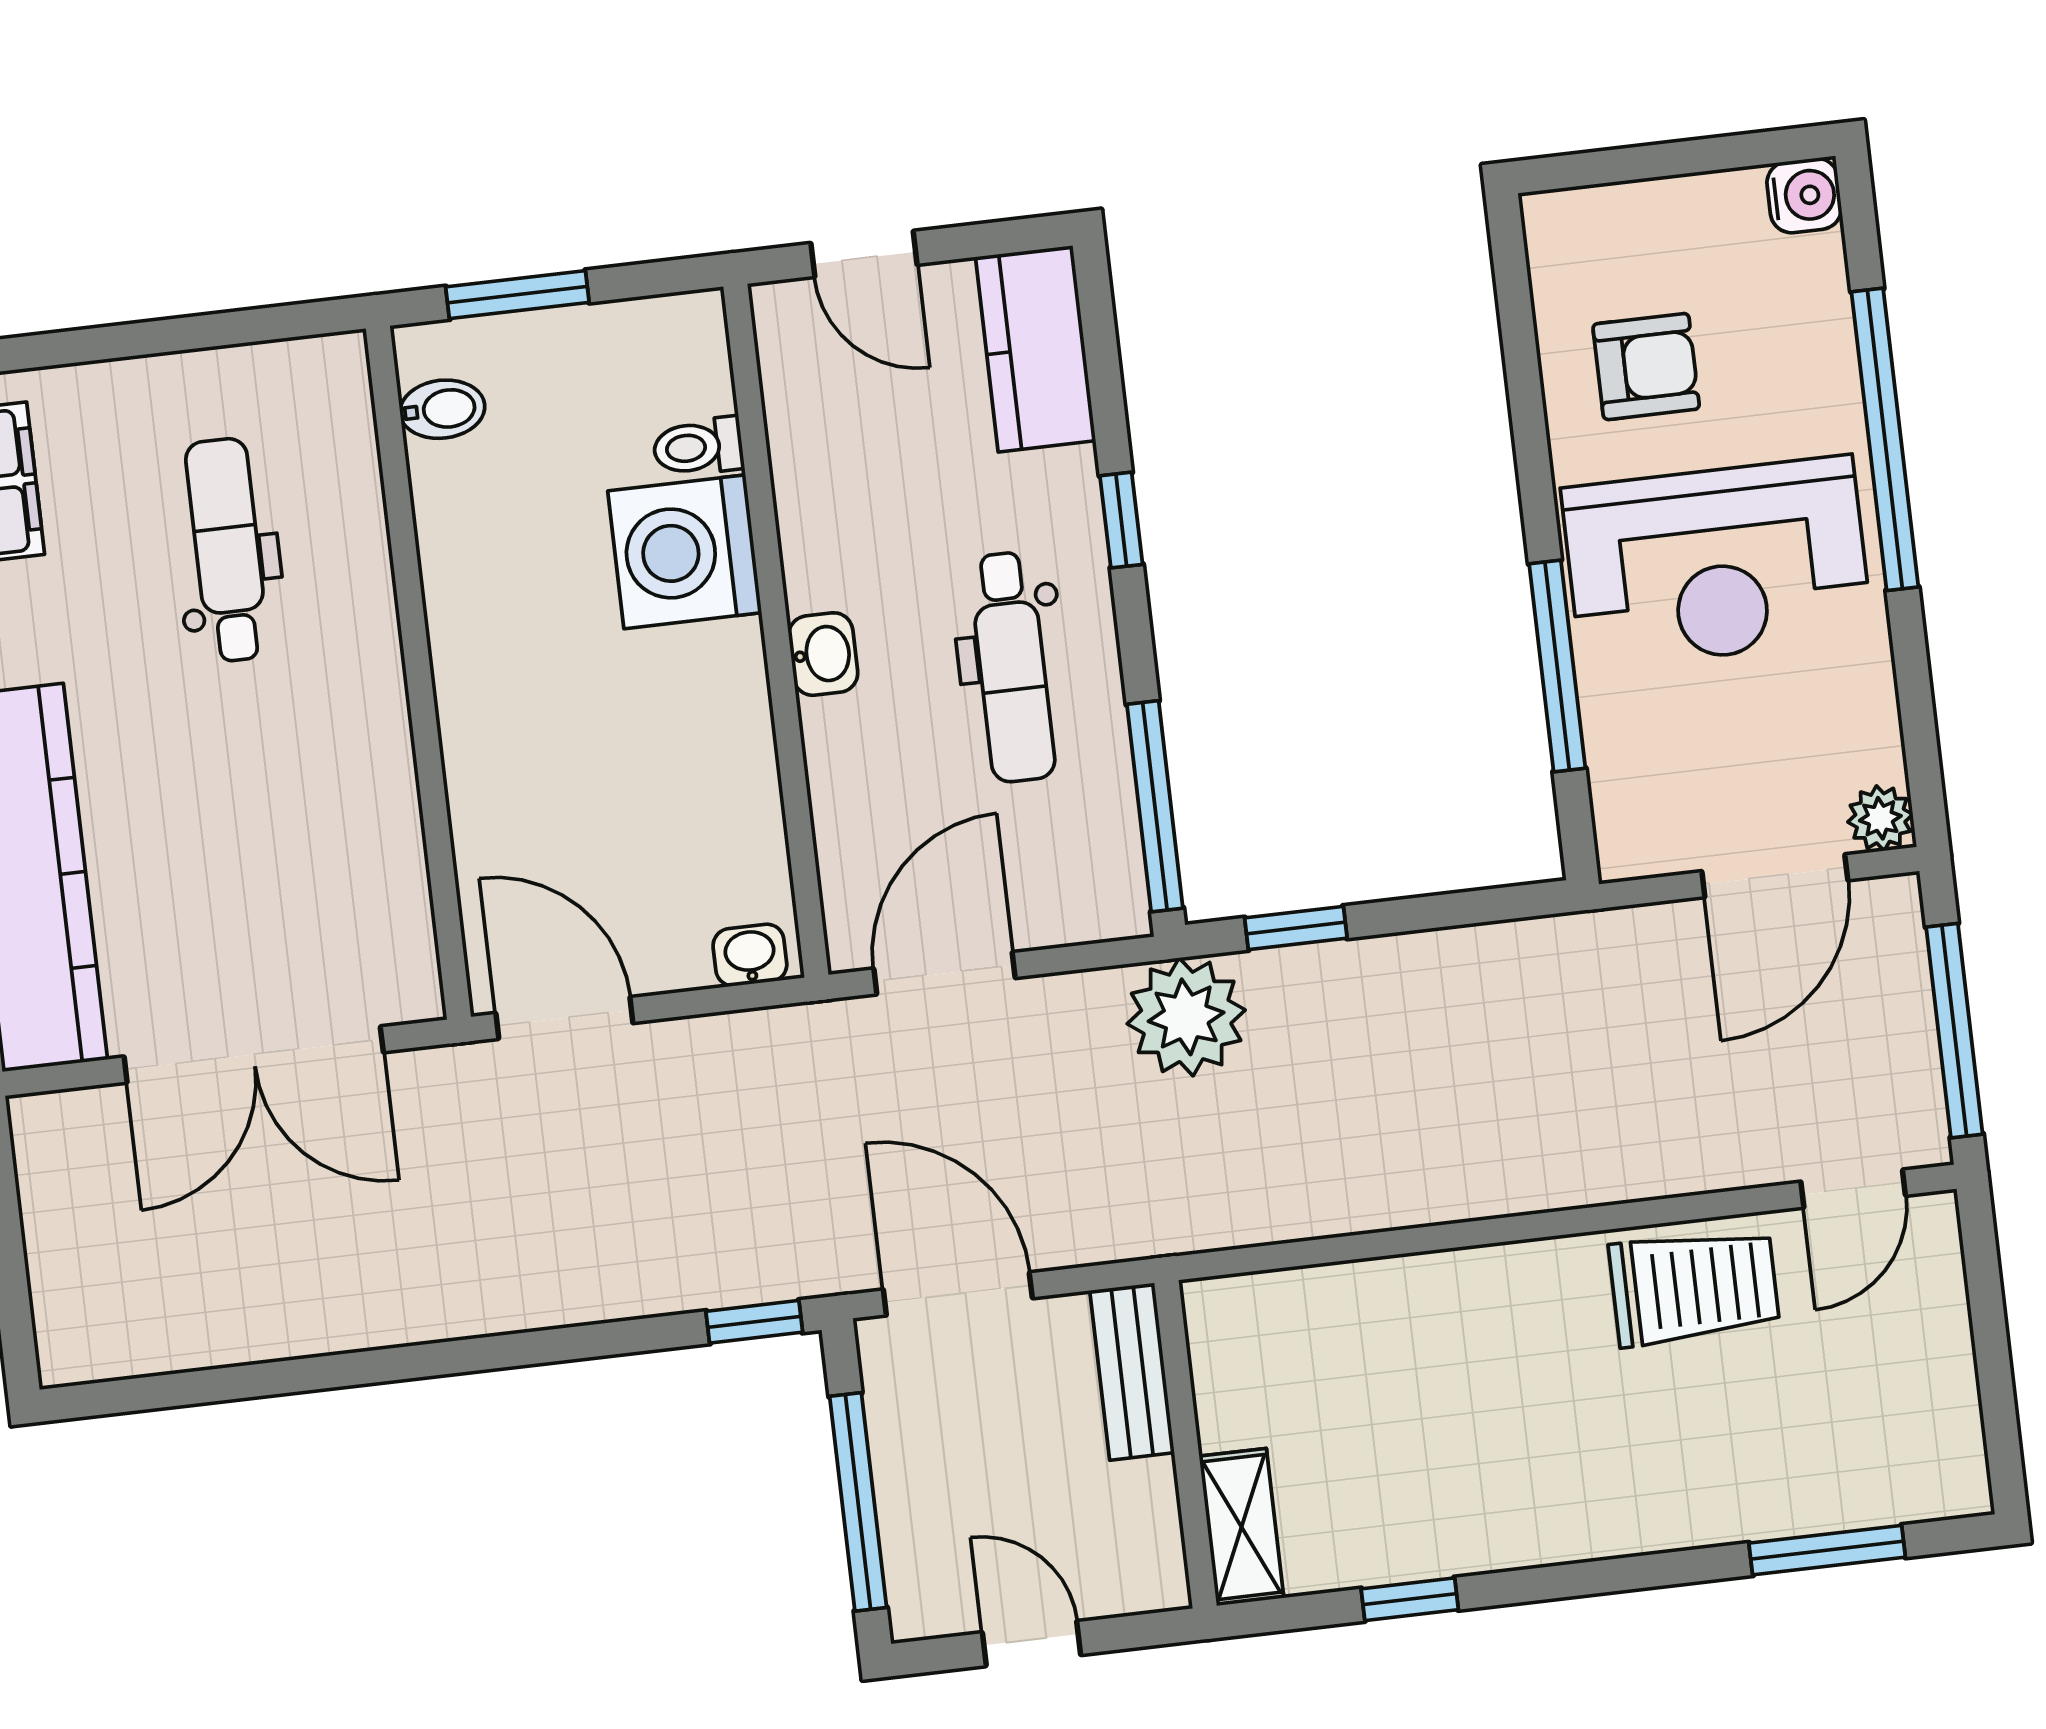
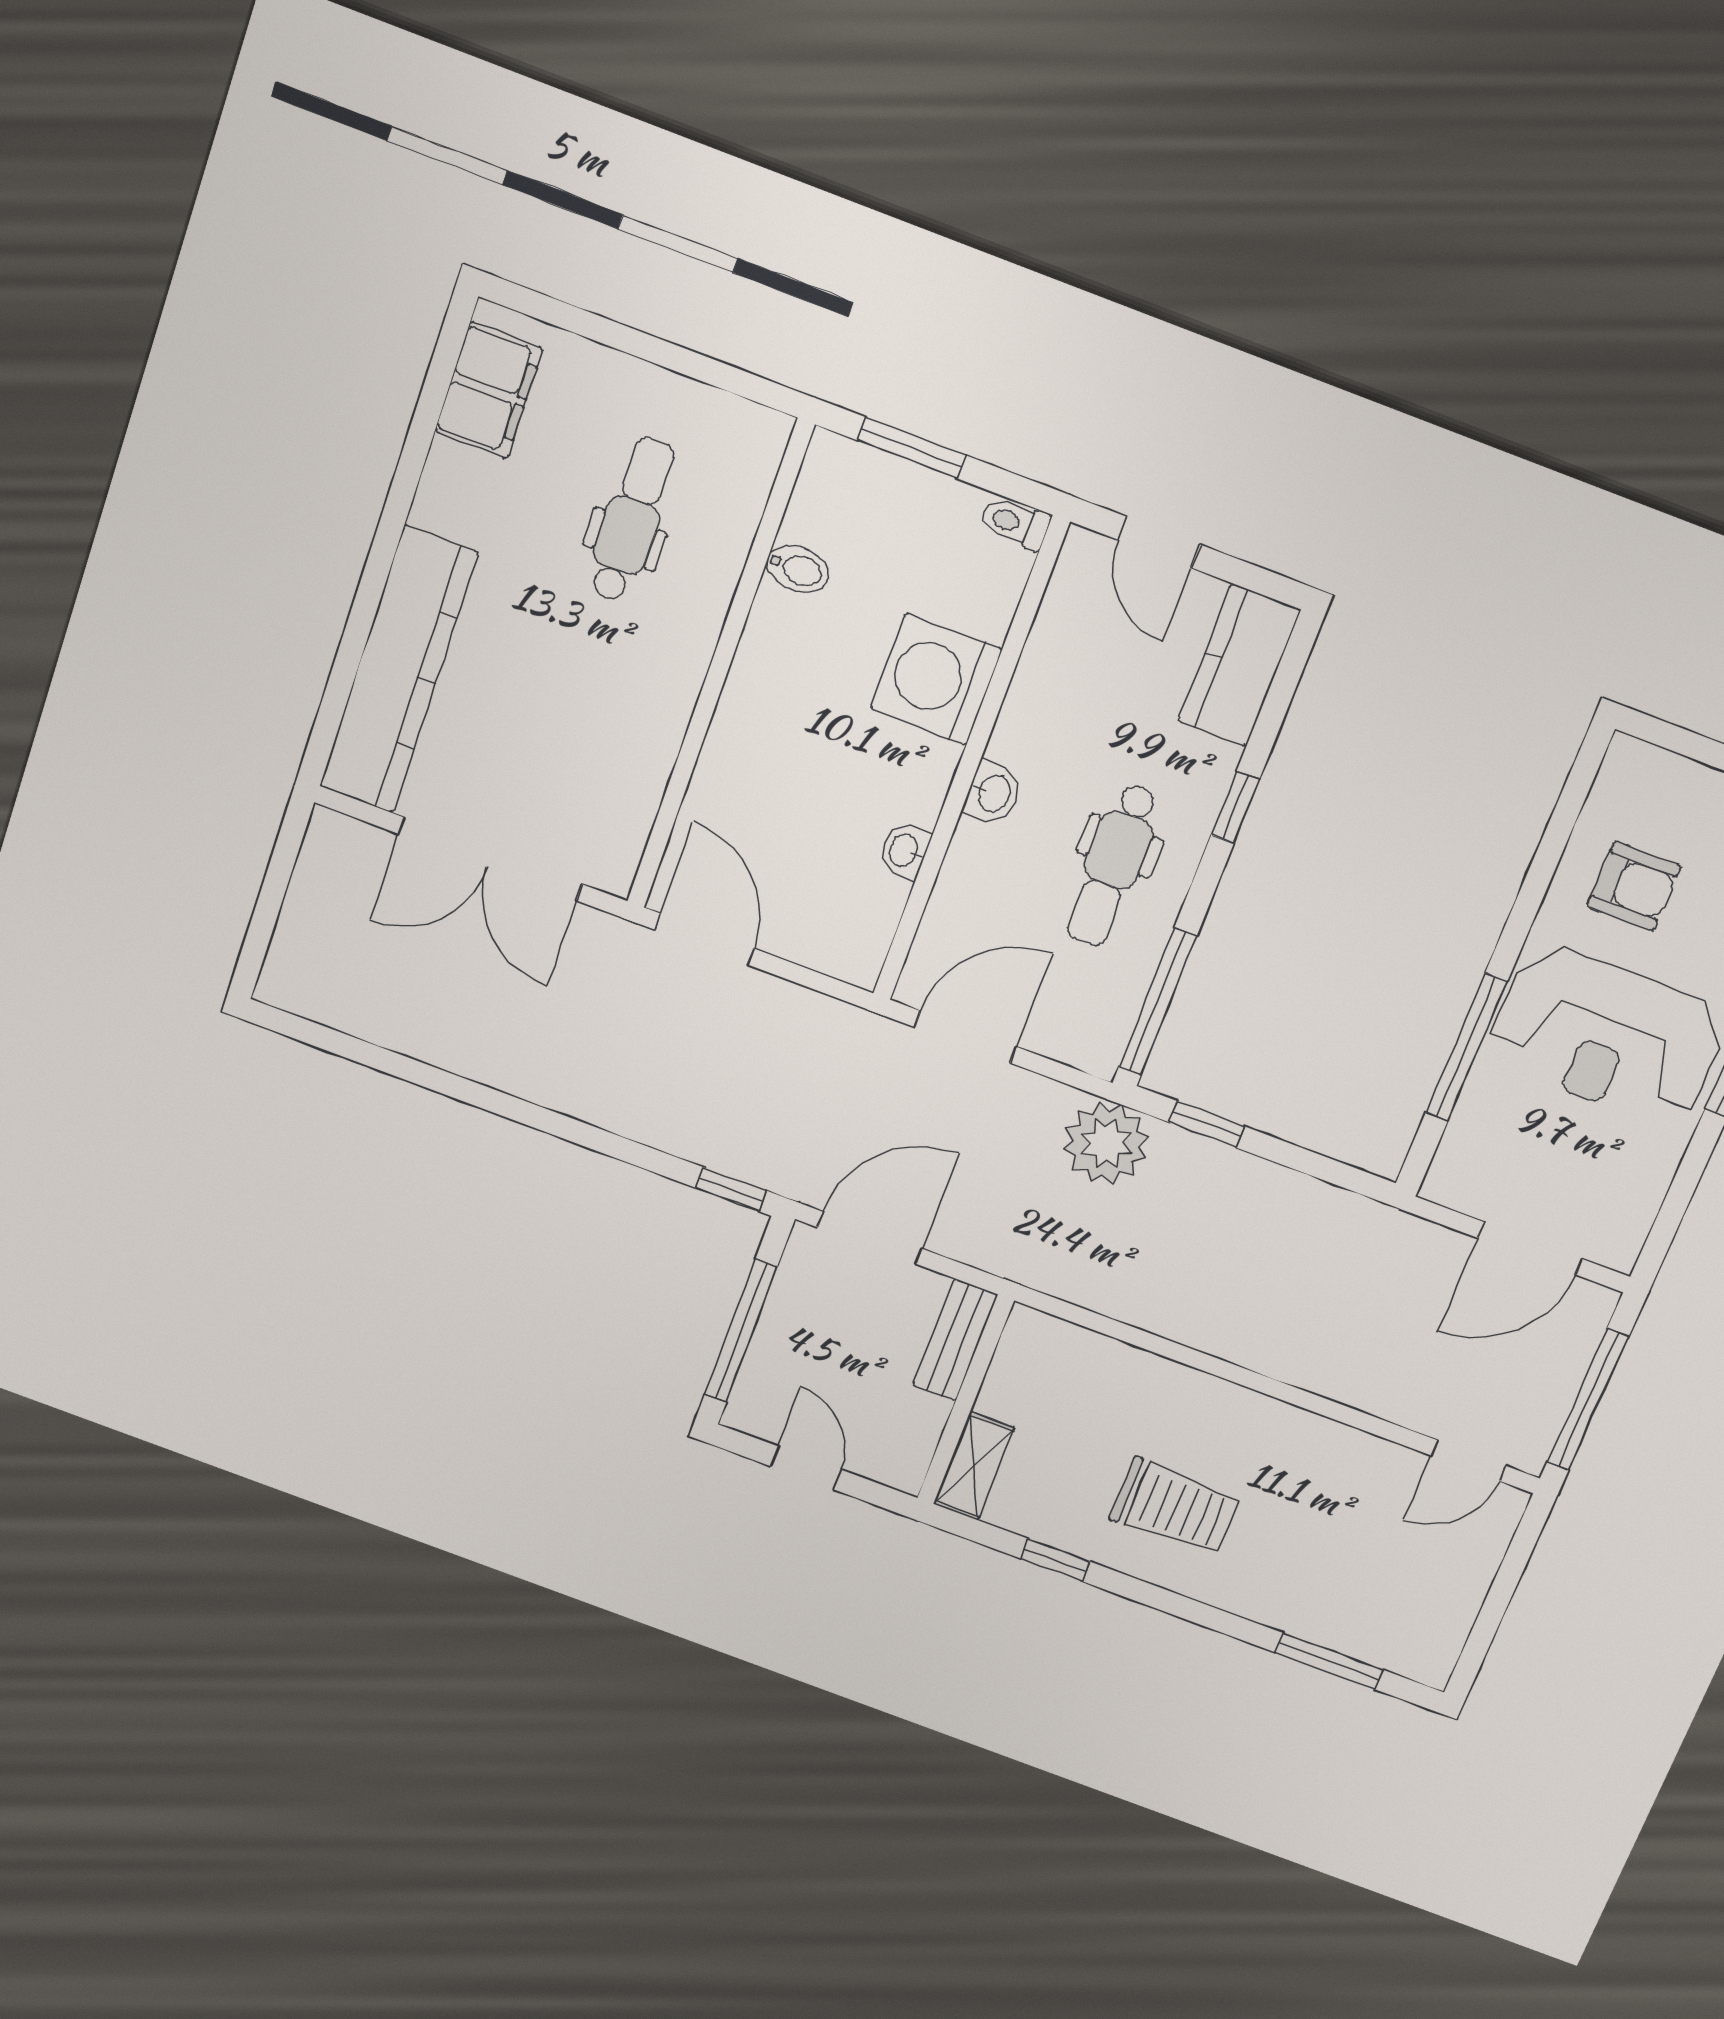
bidet: (442, 409) -> (798, 569), moved
toilet: (698, 447) -> (1015, 523), moved
plant: (1880, 818) -> (1618, 1248), removed
washbasin: (750, 955) -> (904, 851), moved, turned -90
trolley: (1694, 1287) -> (1175, 1507), moved
door: (958, 1294) -> (870, 1238), hinge flipped

